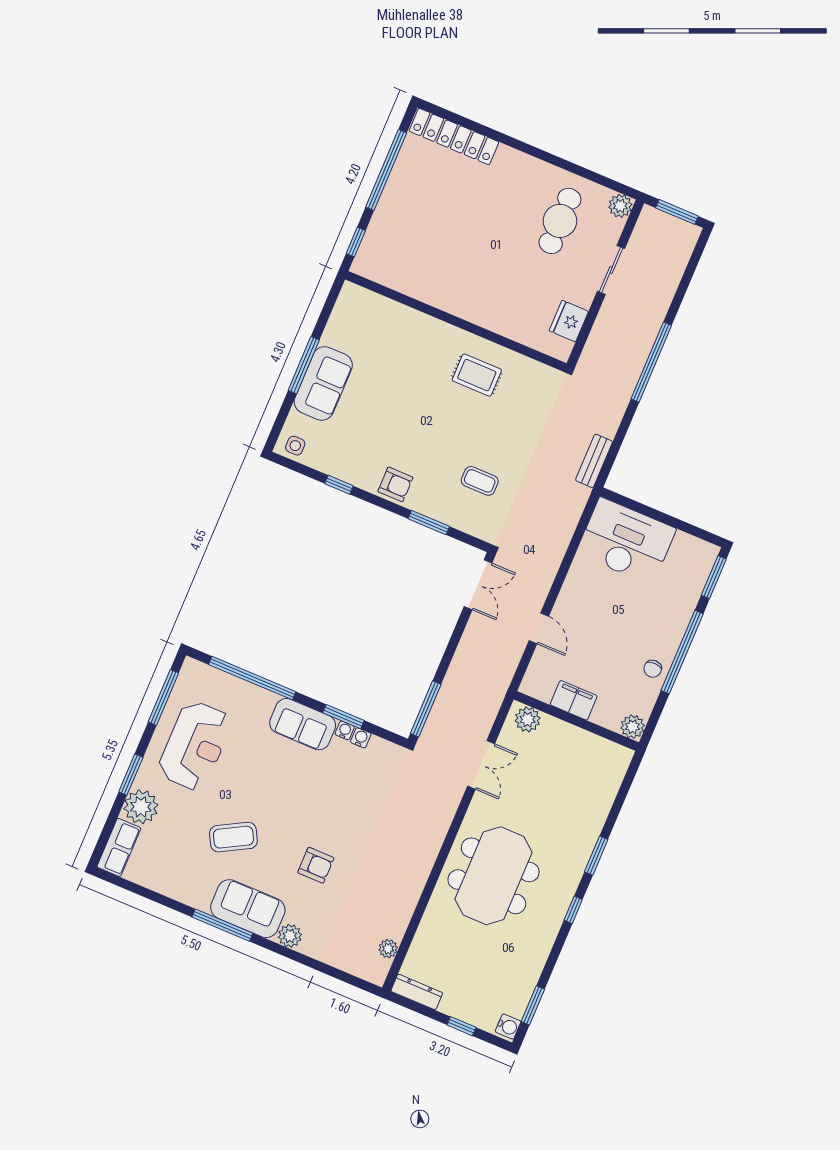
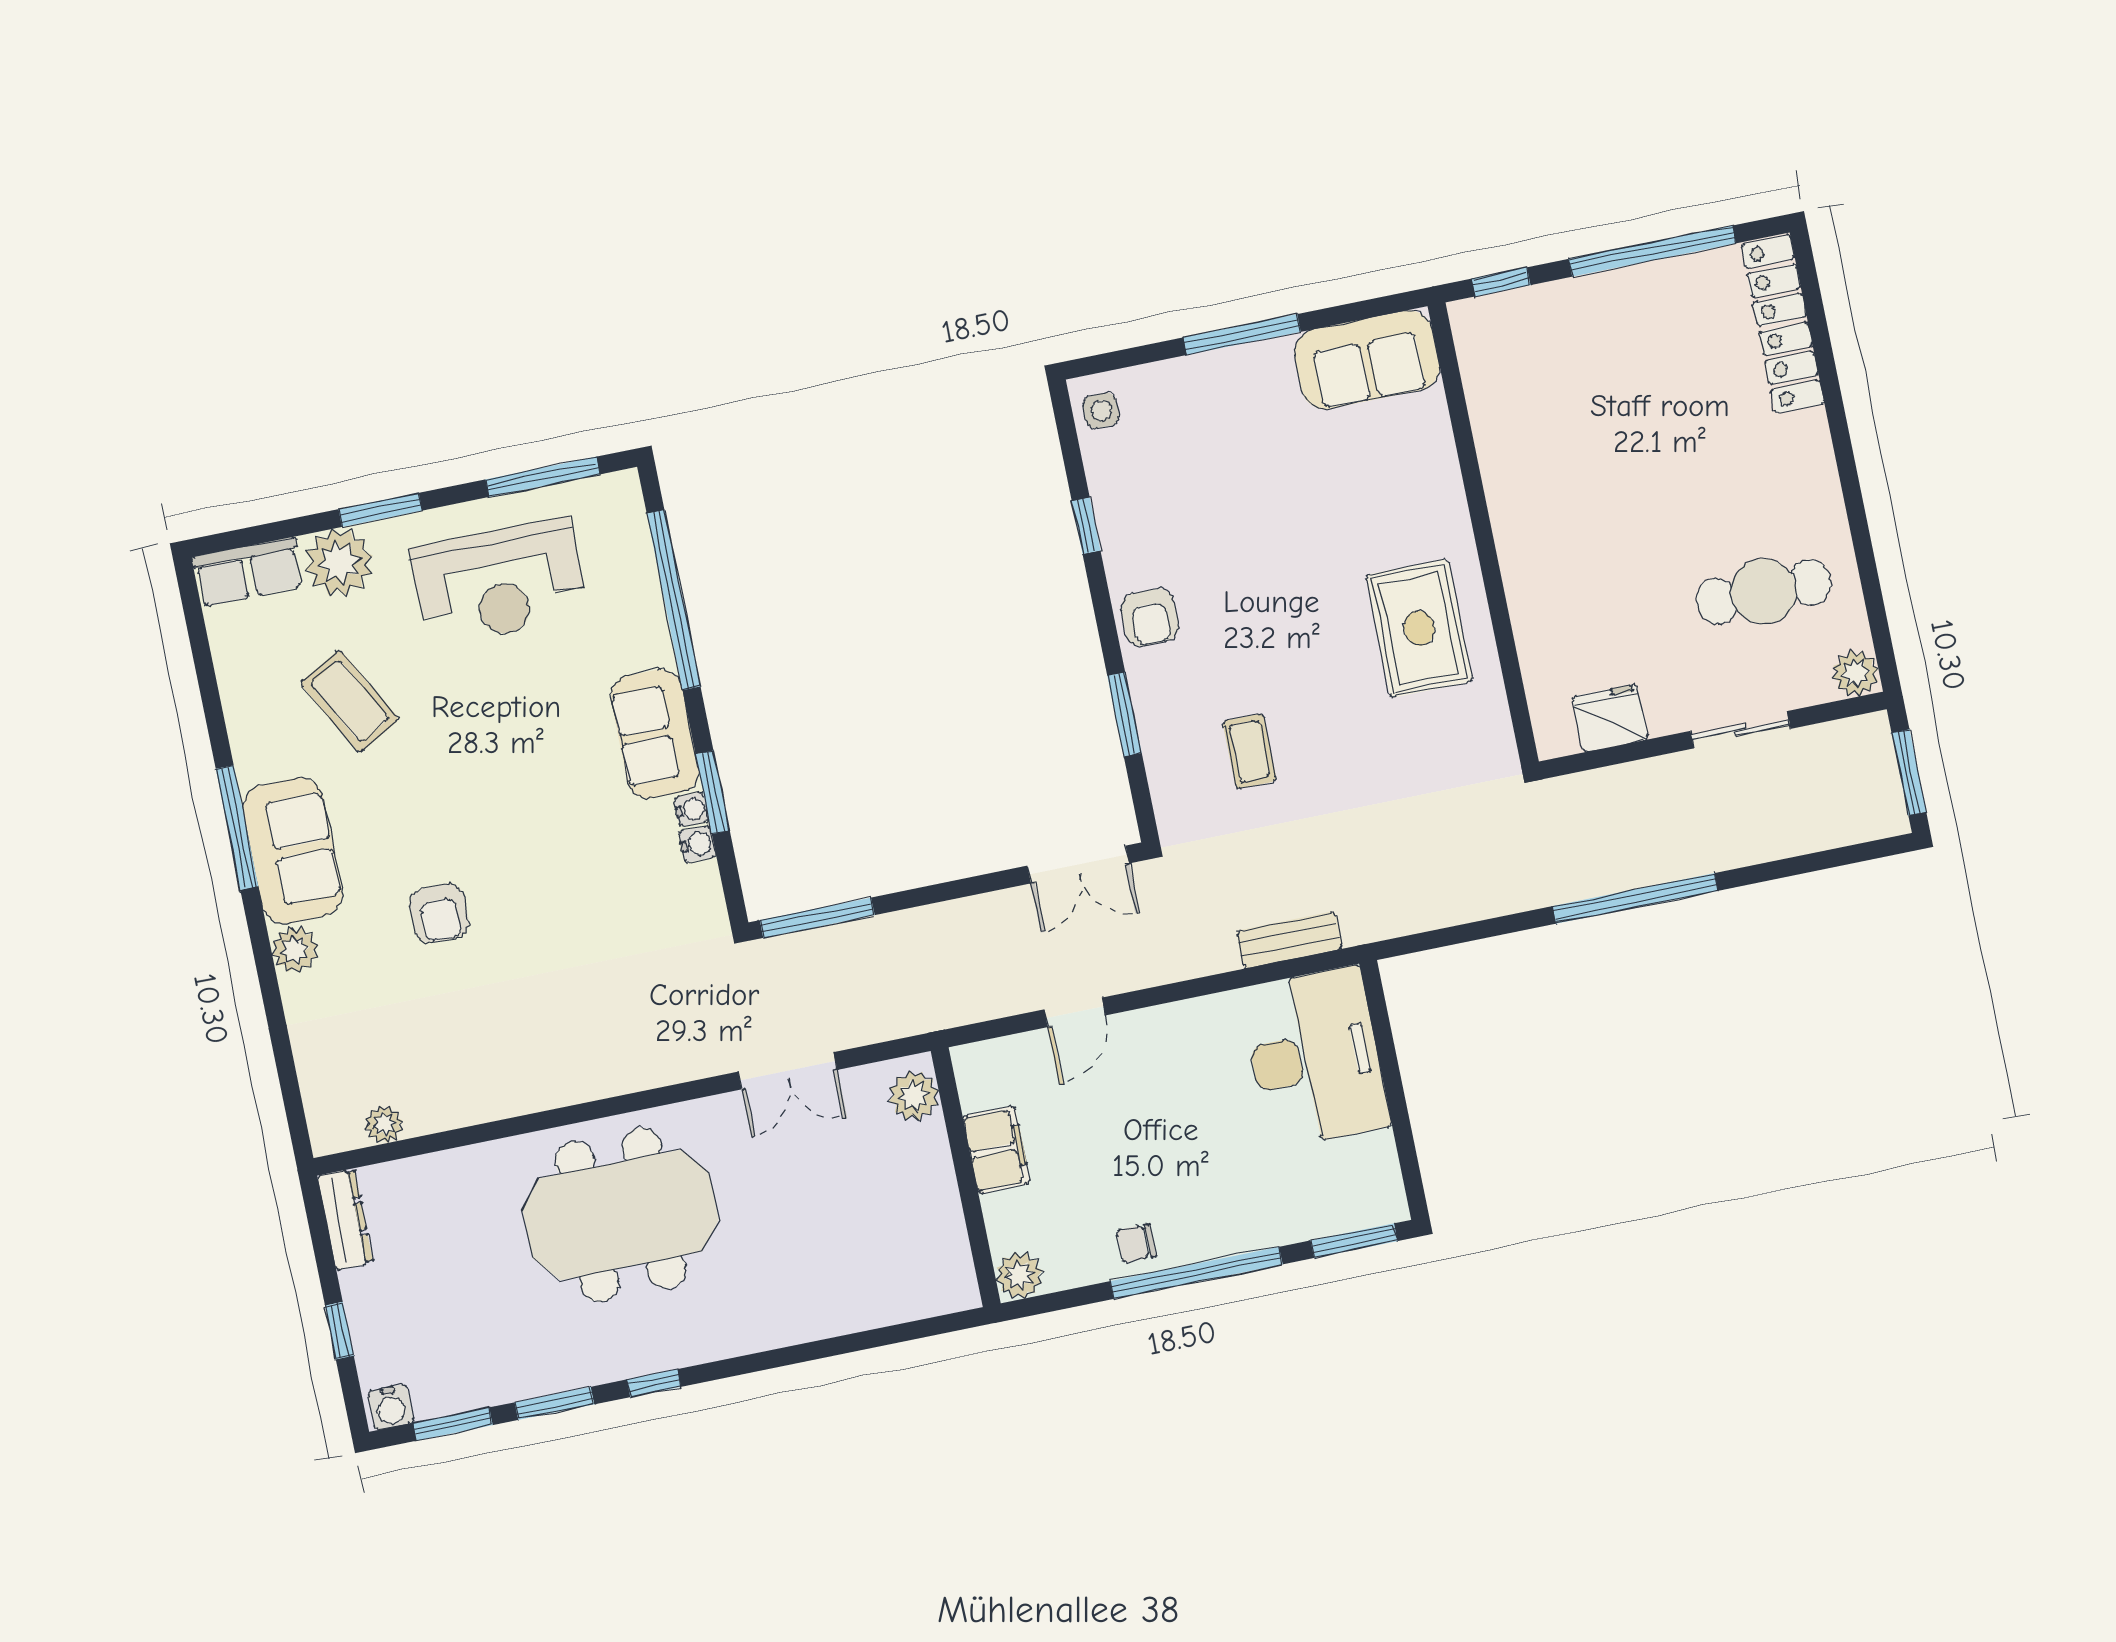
rug: (477, 375) -> (1419, 628), width x1.36, depth x1.43
sofa: (323, 383) -> (1367, 360), moved
bench: (594, 461) -> (1289, 940), moved
coffee table: (233, 837) -> (350, 701), moved
window: (596, 856) -> (554, 1403), moved

